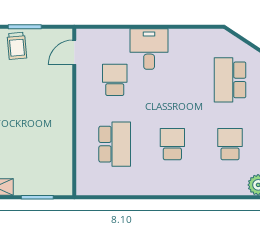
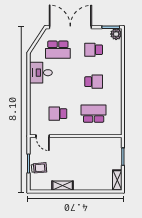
desk: (149, 49) -> (41, 73), moved
school desk: (172, 144) -> (94, 82), turned 180

